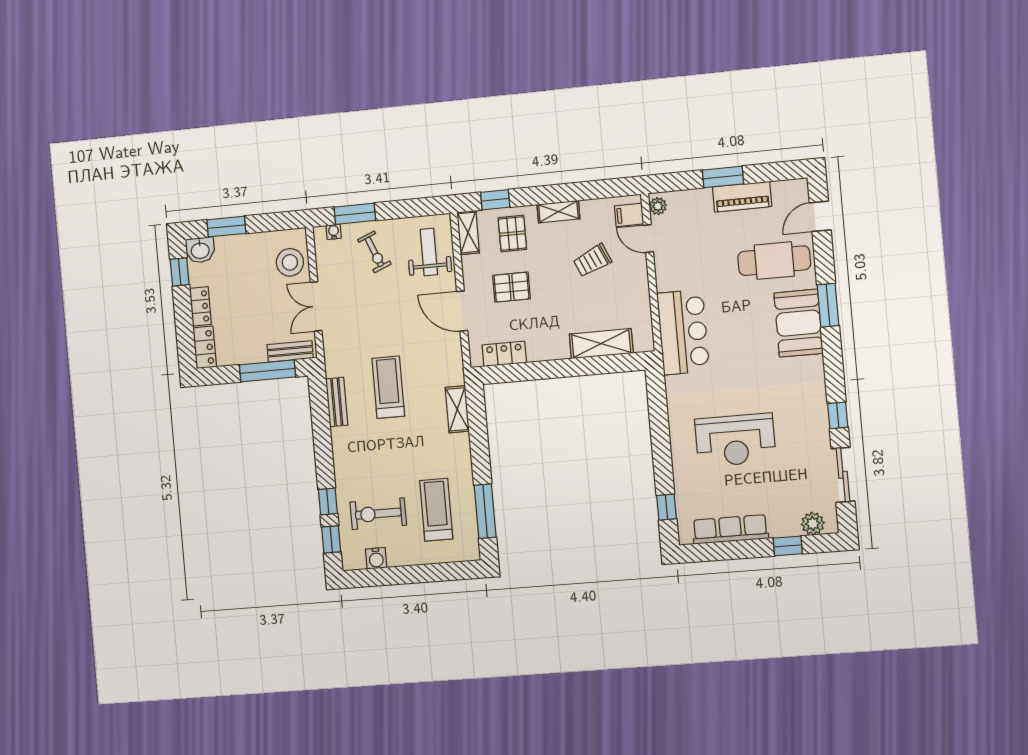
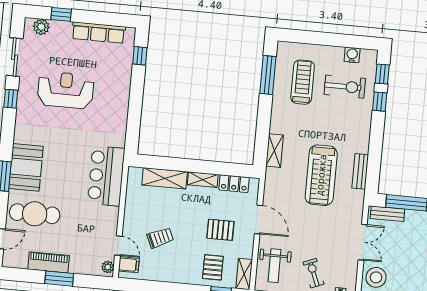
shelving: (558, 212) -> (203, 180), moved
treadmill: (388, 387) -> (321, 175), width x1.37, depth x1.38
reception desk: (735, 440) -> (66, 90), moved
treadmill: (436, 510) -> (303, 82), turned 180

